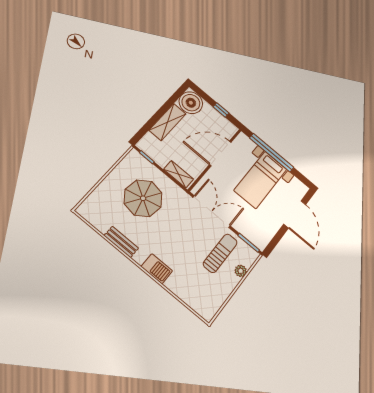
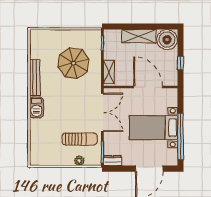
window: (272, 153) -> (180, 136), moved
dresser: (264, 240) -> (113, 161), added
bench: (121, 242) -> (35, 78), width x1.36

